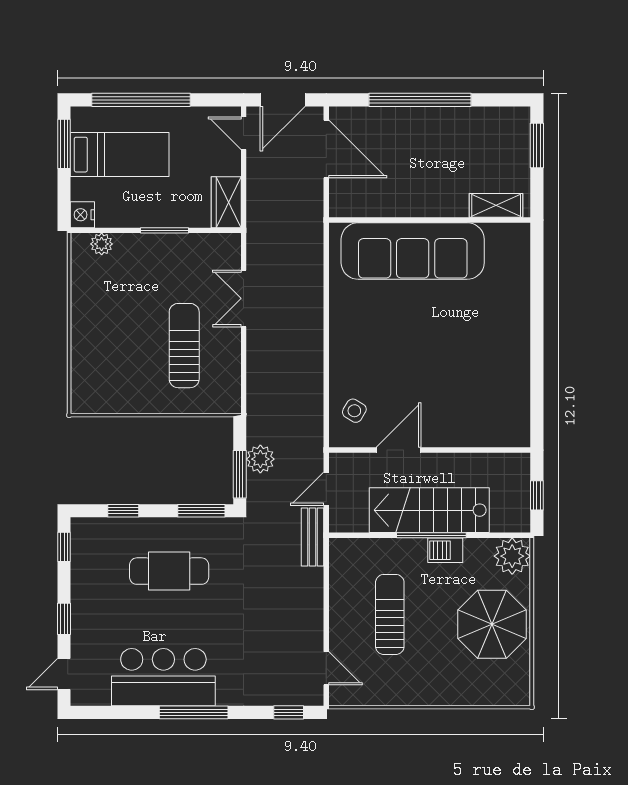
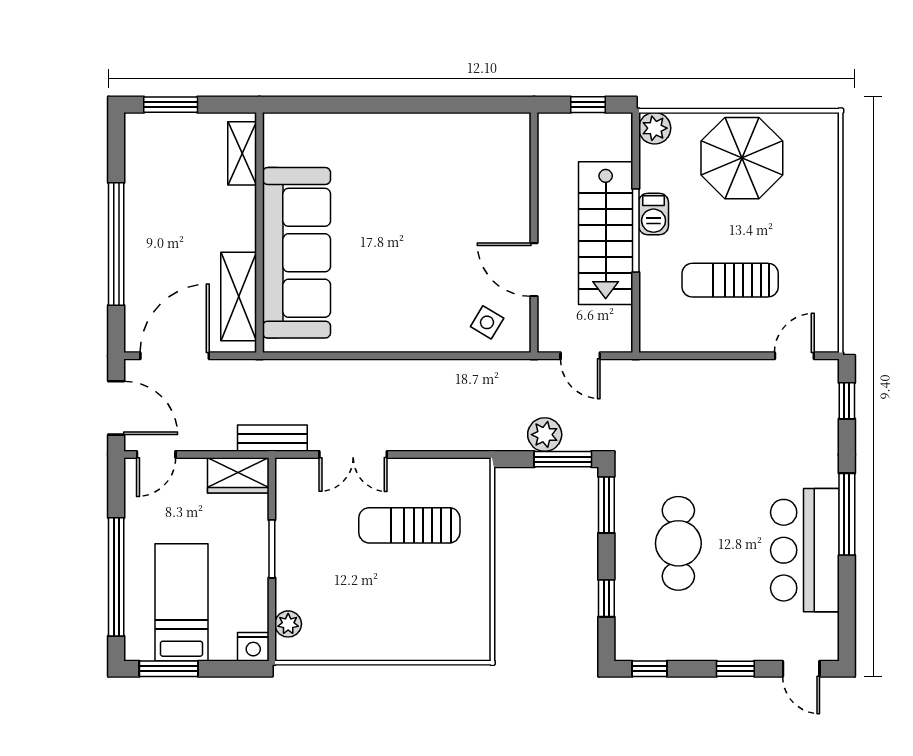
shelving: (376, 203) -> (239, 297), added
bench: (313, 537) -> (272, 438), moved
plant: (512, 556) -> (655, 128), width x0.73, depth x0.73

